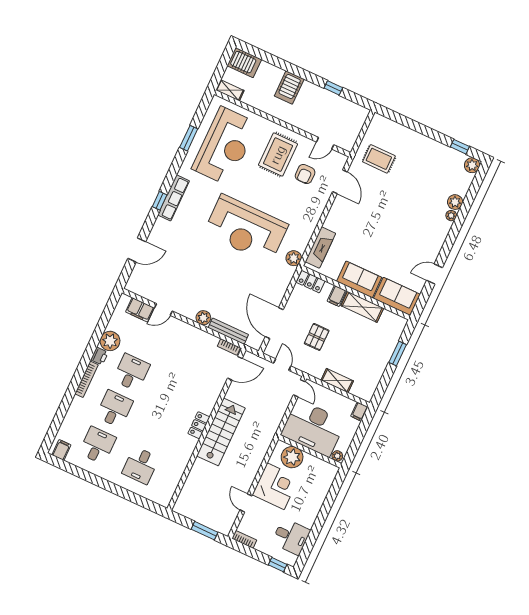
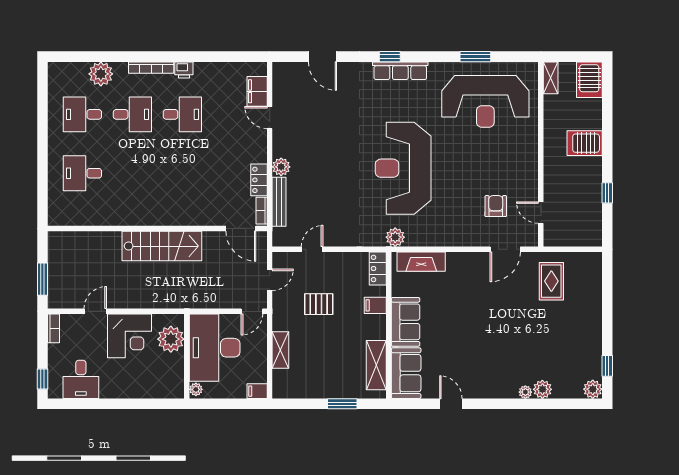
rug: (278, 155) -> (504, 166), removed
armchair: (305, 174) -> (496, 206), turned 90
shelving: (362, 307) -> (376, 365), moved
door: (274, 323) -> (312, 249), width x0.53
plant: (110, 341) -> (101, 74), moved
locker: (199, 425) -> (259, 180), moved, turned -90
desk: (97, 445) -> (82, 114), turned 180
filing cabinet: (61, 450) -> (59, 76), removed

